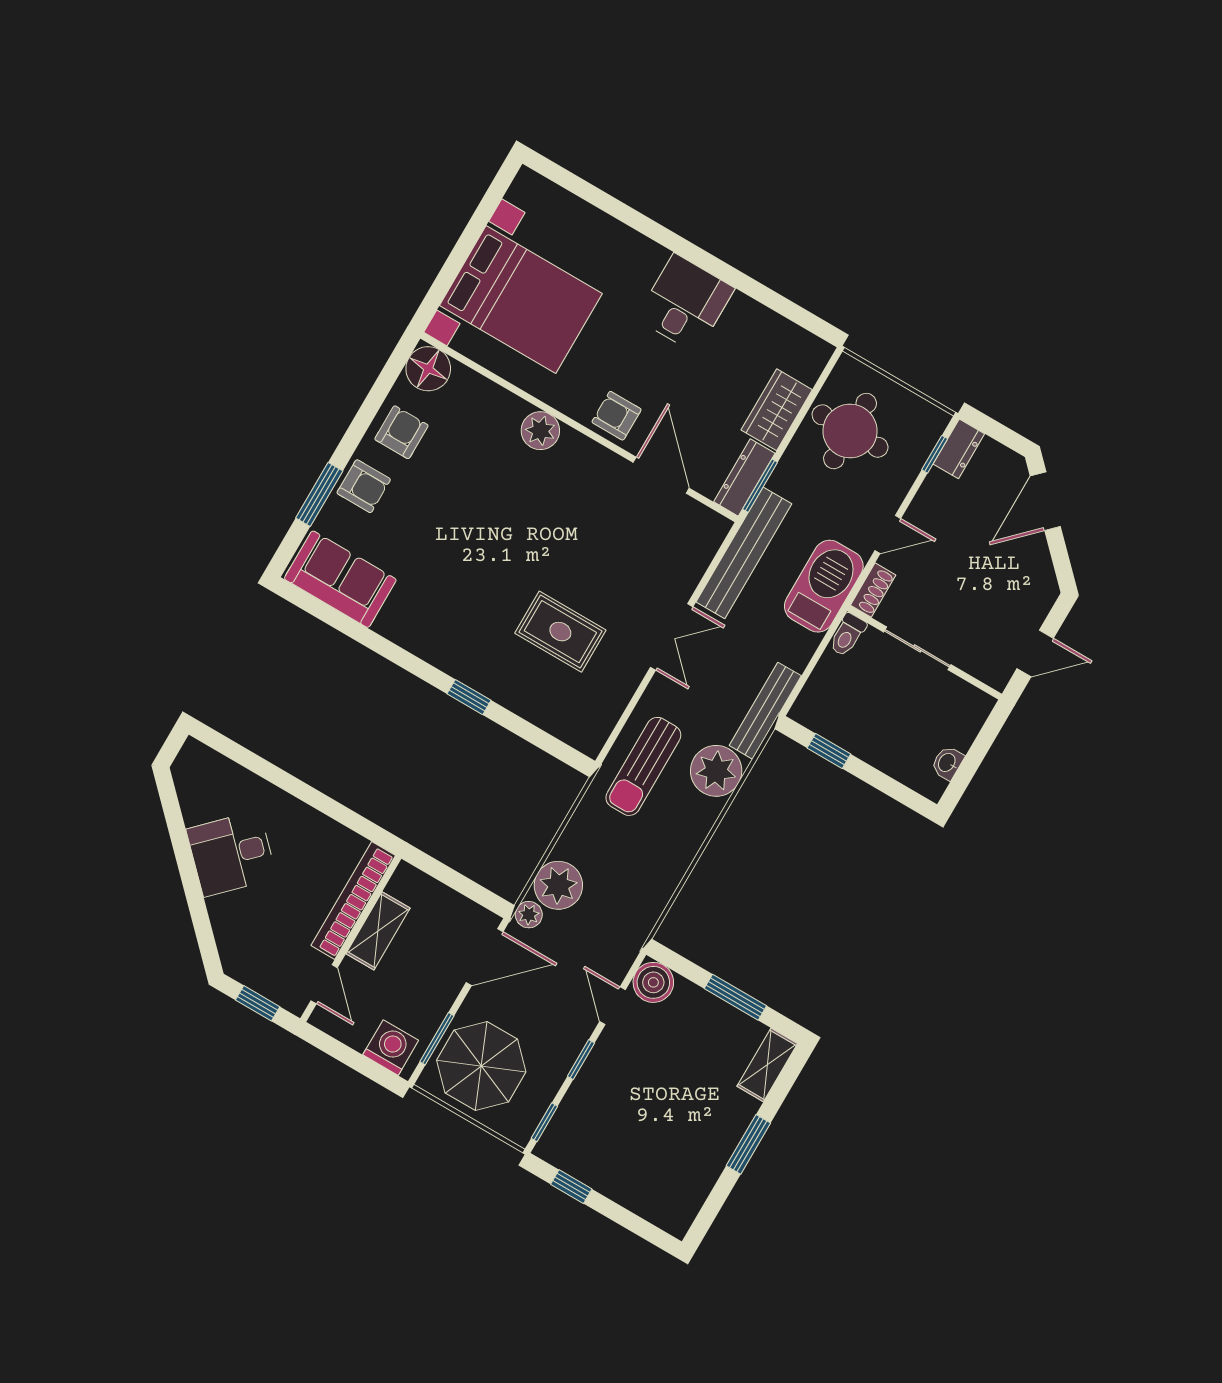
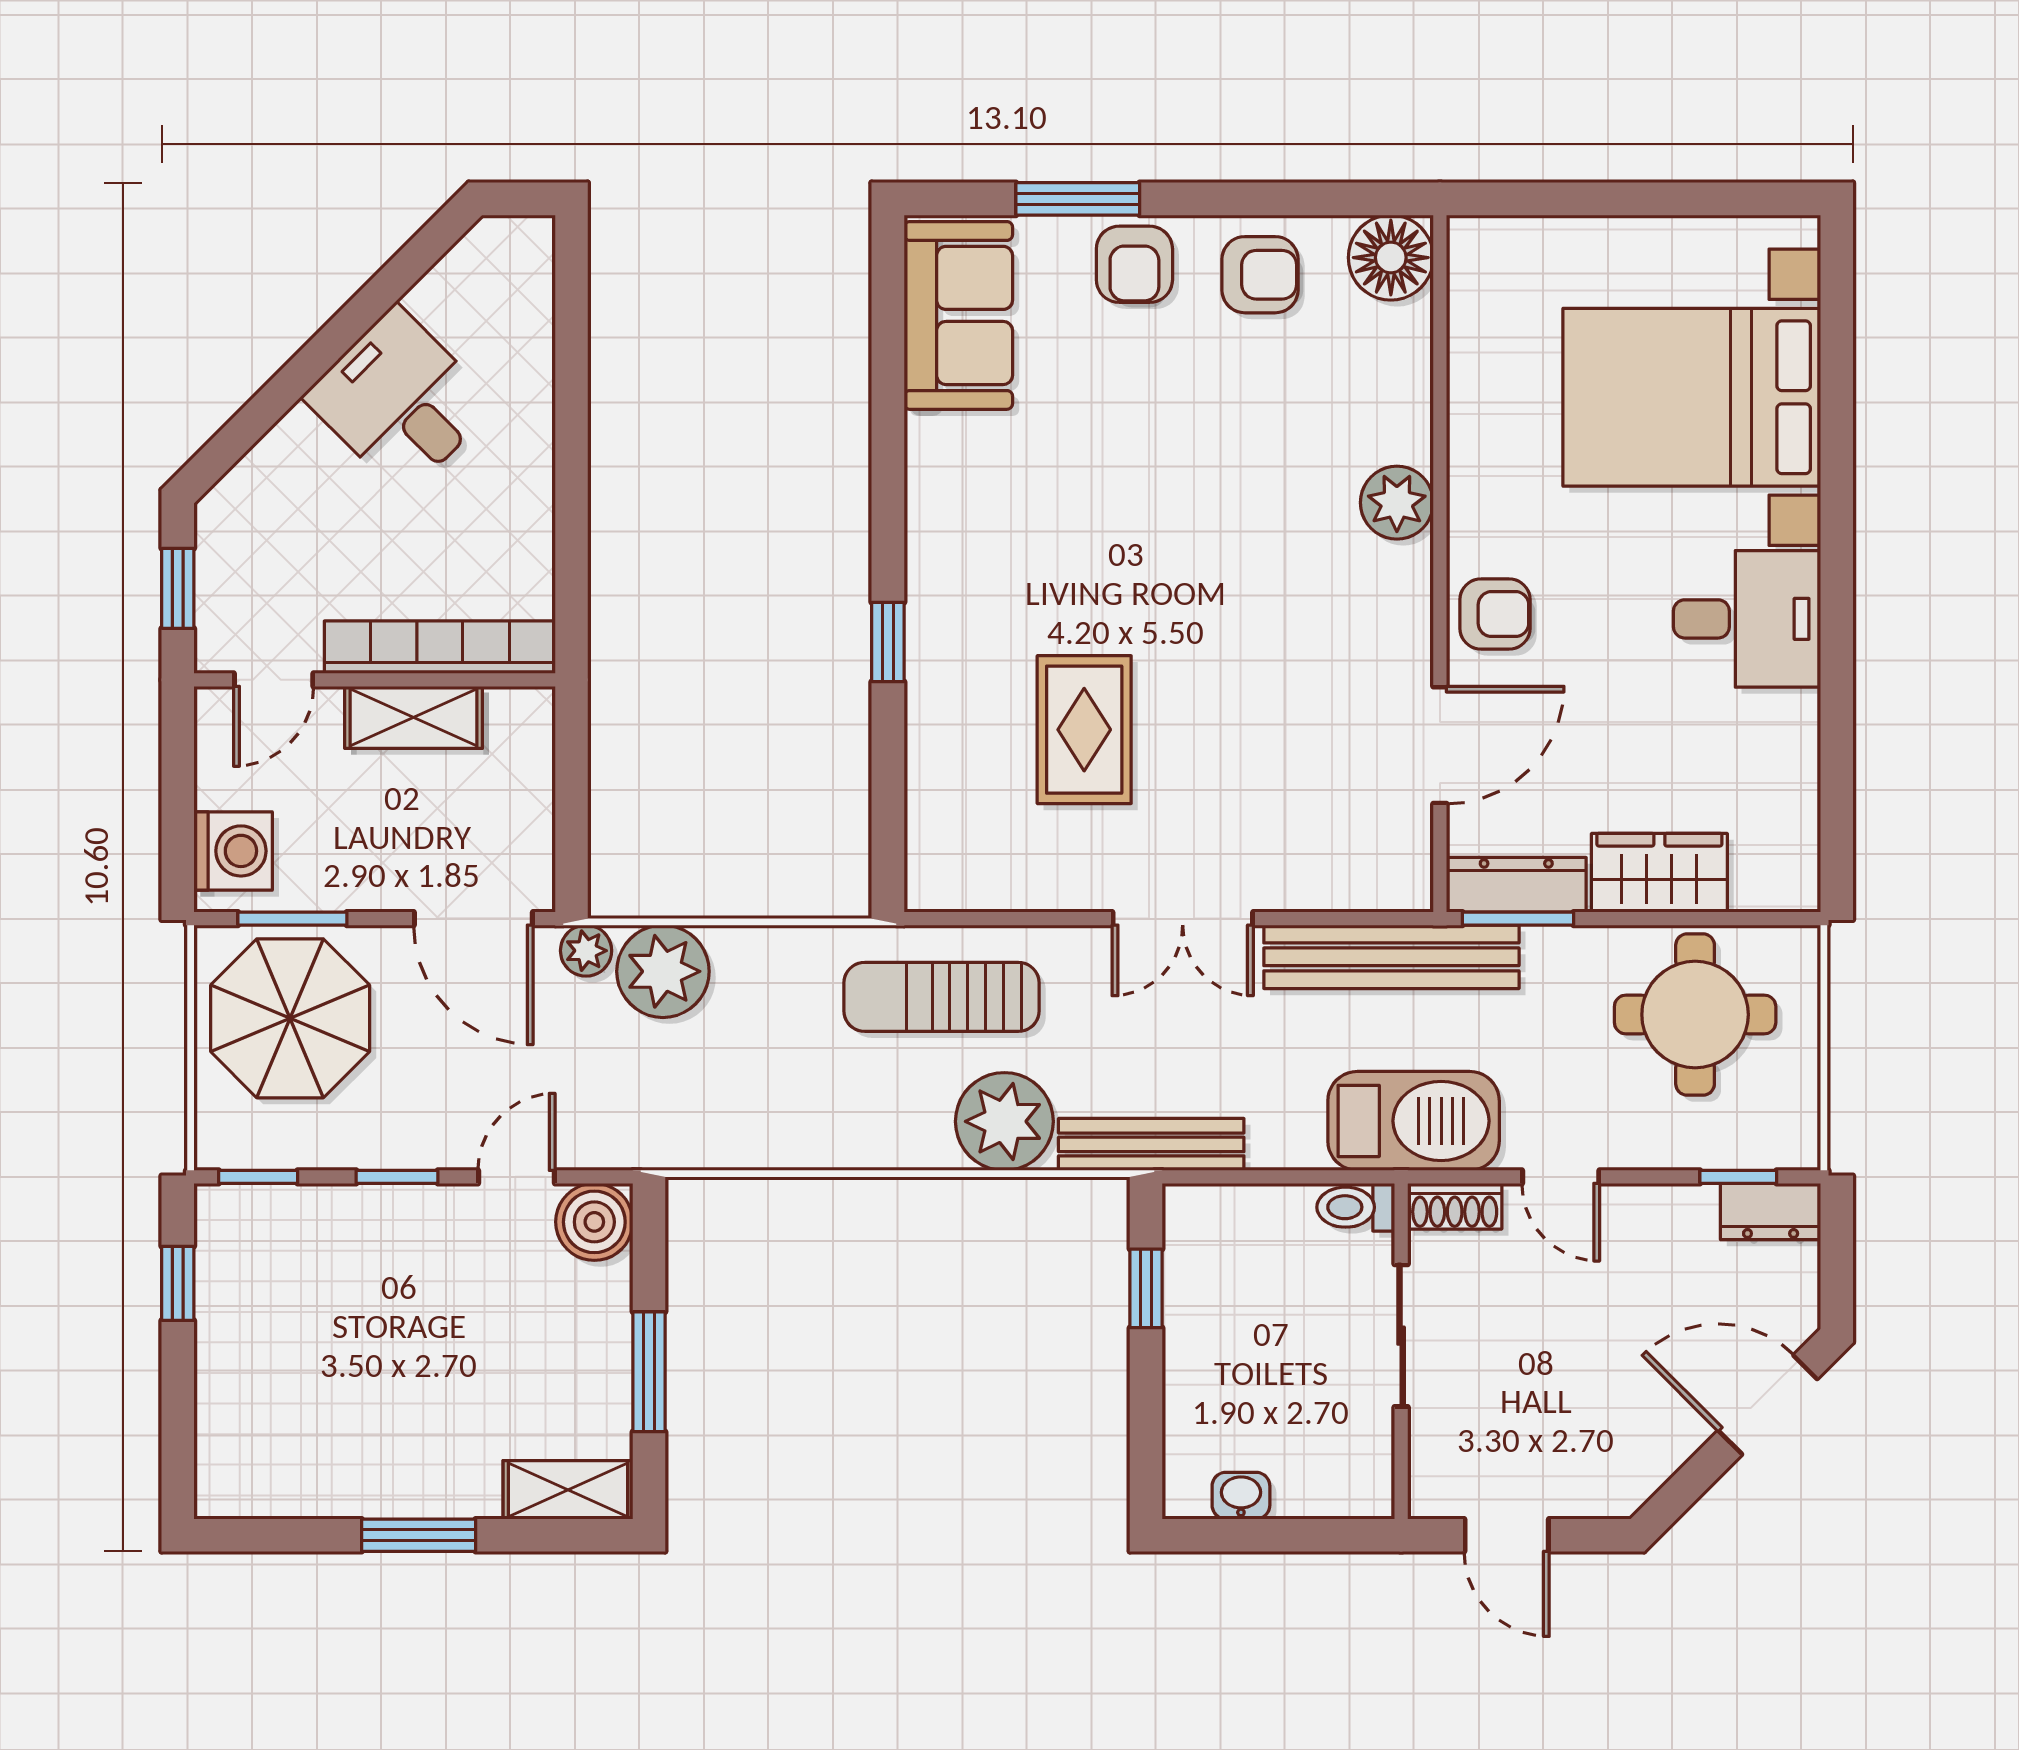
bed with nightstands: (521, 300) -> (1692, 397), moved, turned 90
armchair: (617, 416) -> (1495, 614), turned 90

